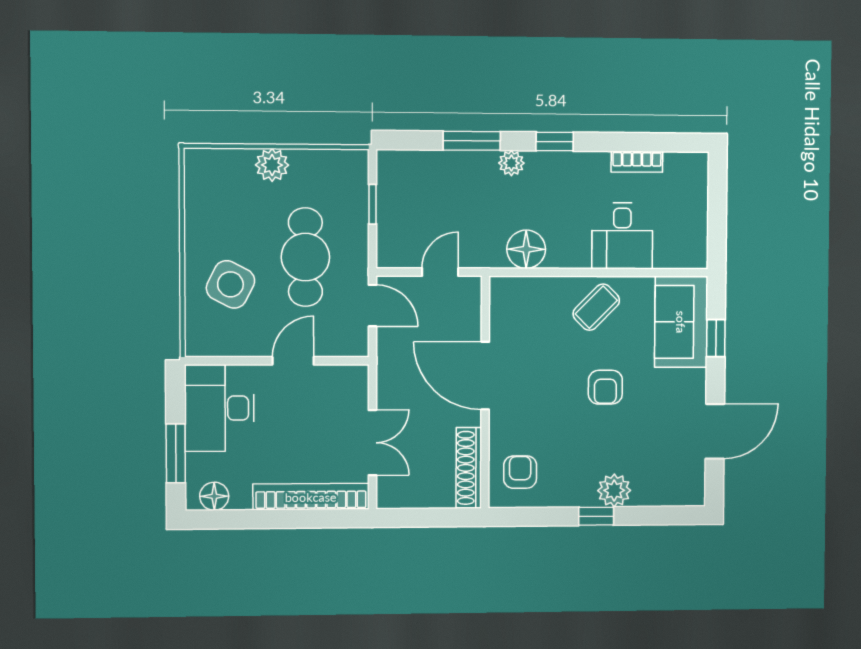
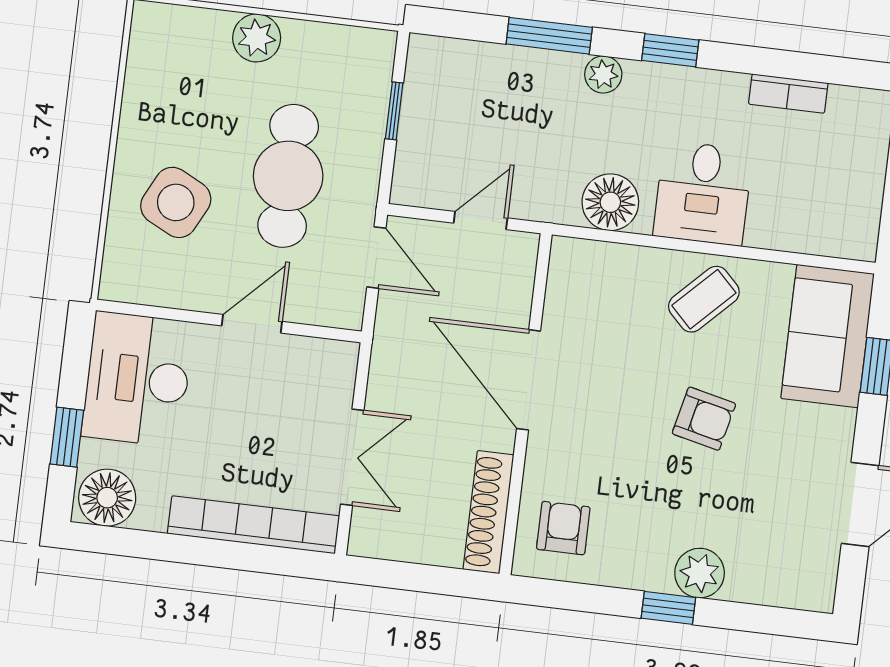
desk: (622, 236) -> (703, 193), moved
armchair: (605, 387) -> (704, 419), turned -77
window: (176, 453) -> (67, 437), width x0.67
floor lamp: (214, 496) -> (107, 498), width x1.38, depth x1.38

